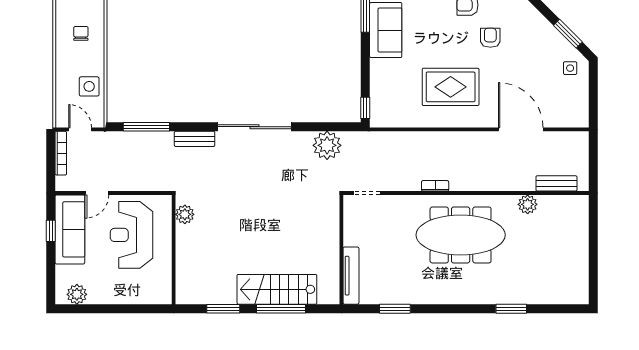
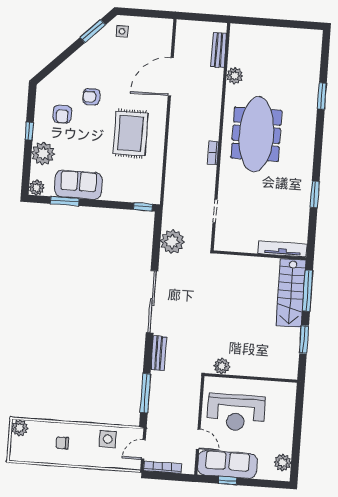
wall: (341, 250) -> (260, 255), moved
tv unit: (351, 276) -> (282, 249), moved

